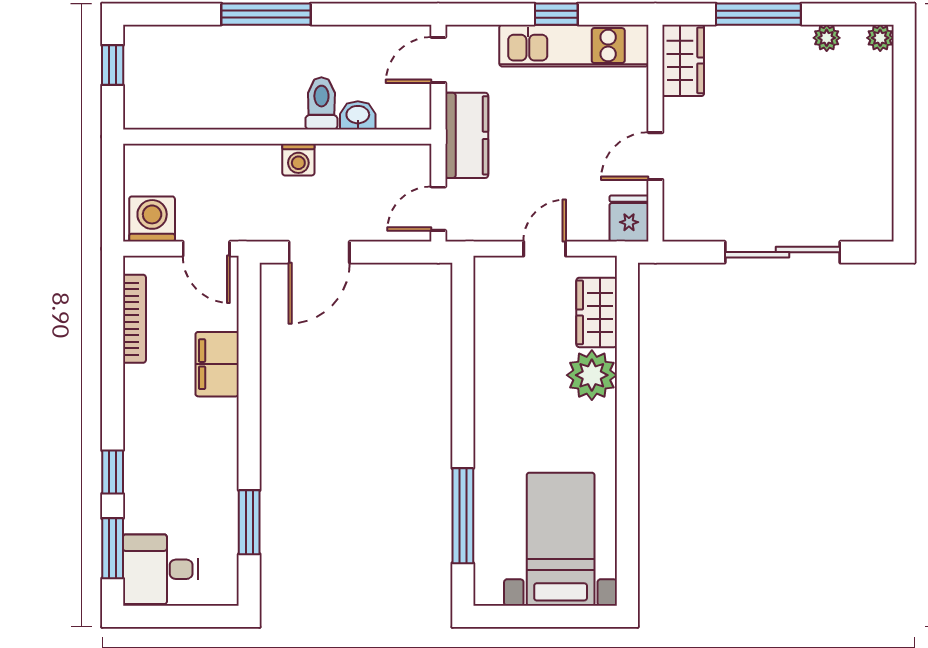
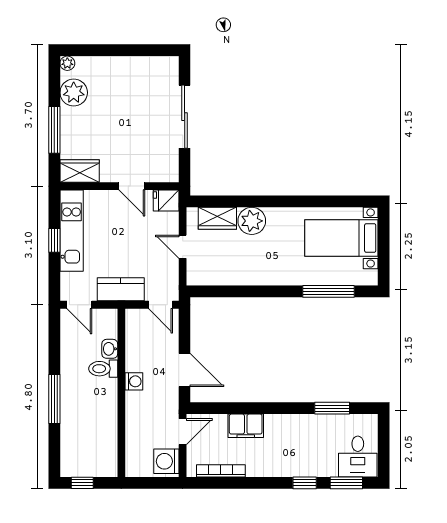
plant: (827, 38) -> (74, 93), width x1.87, depth x1.87

